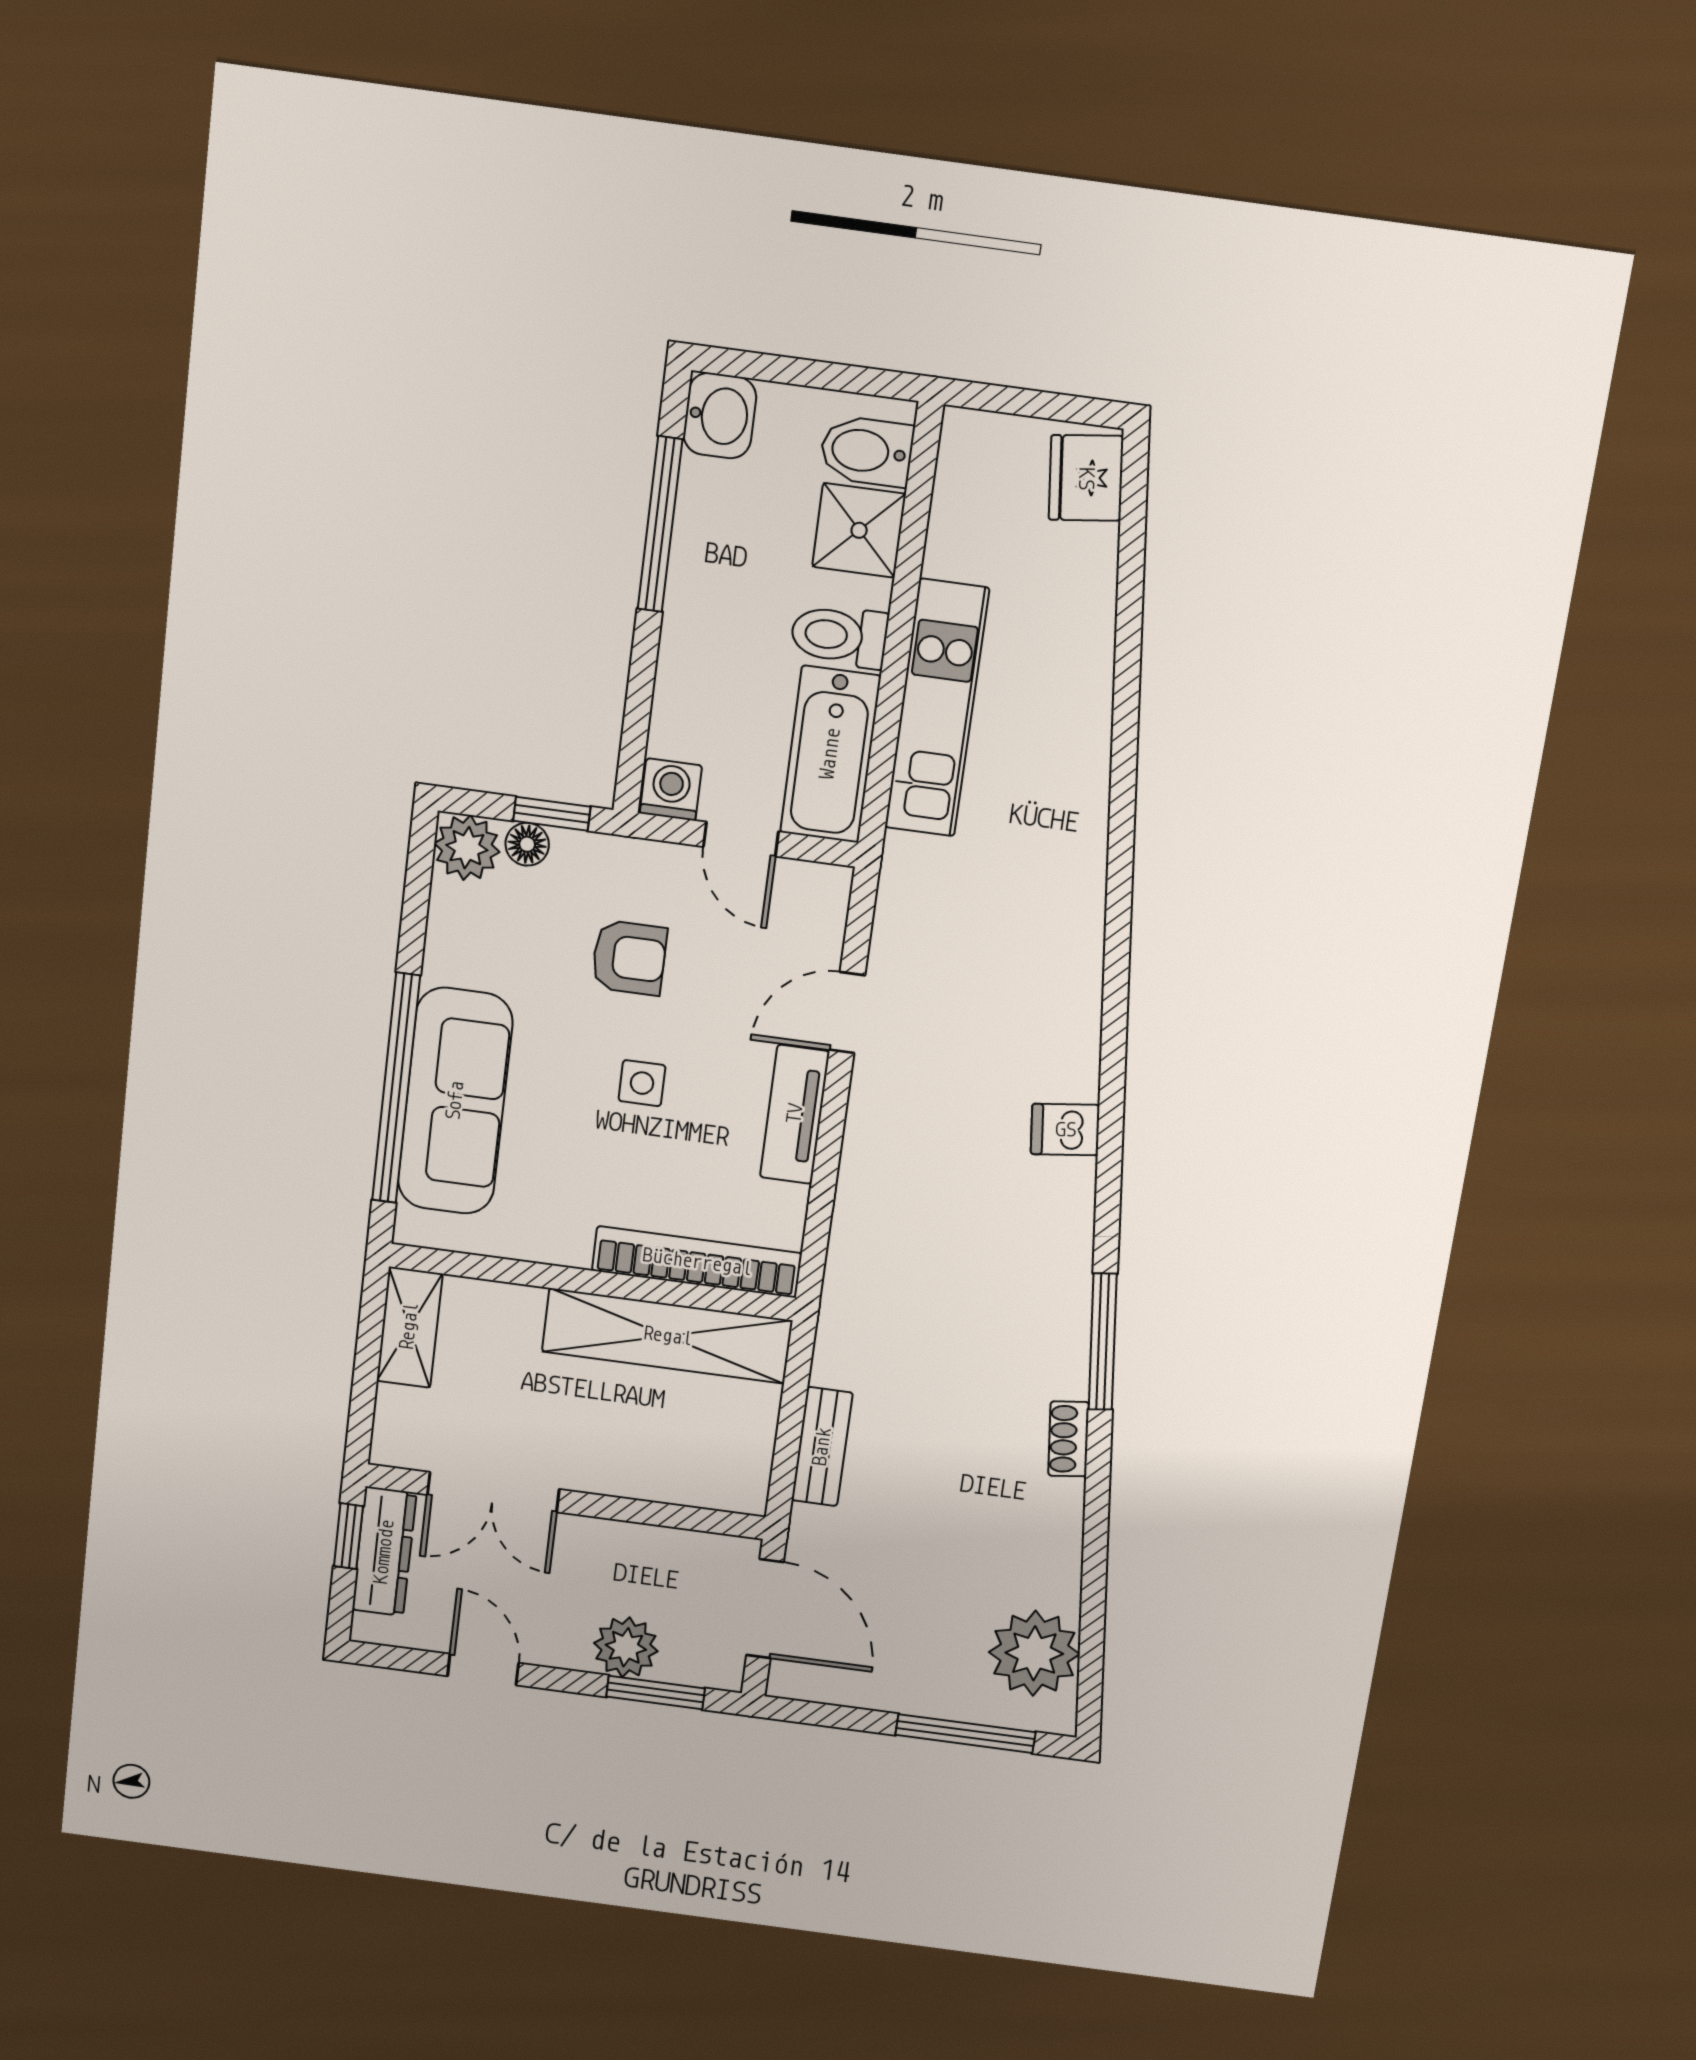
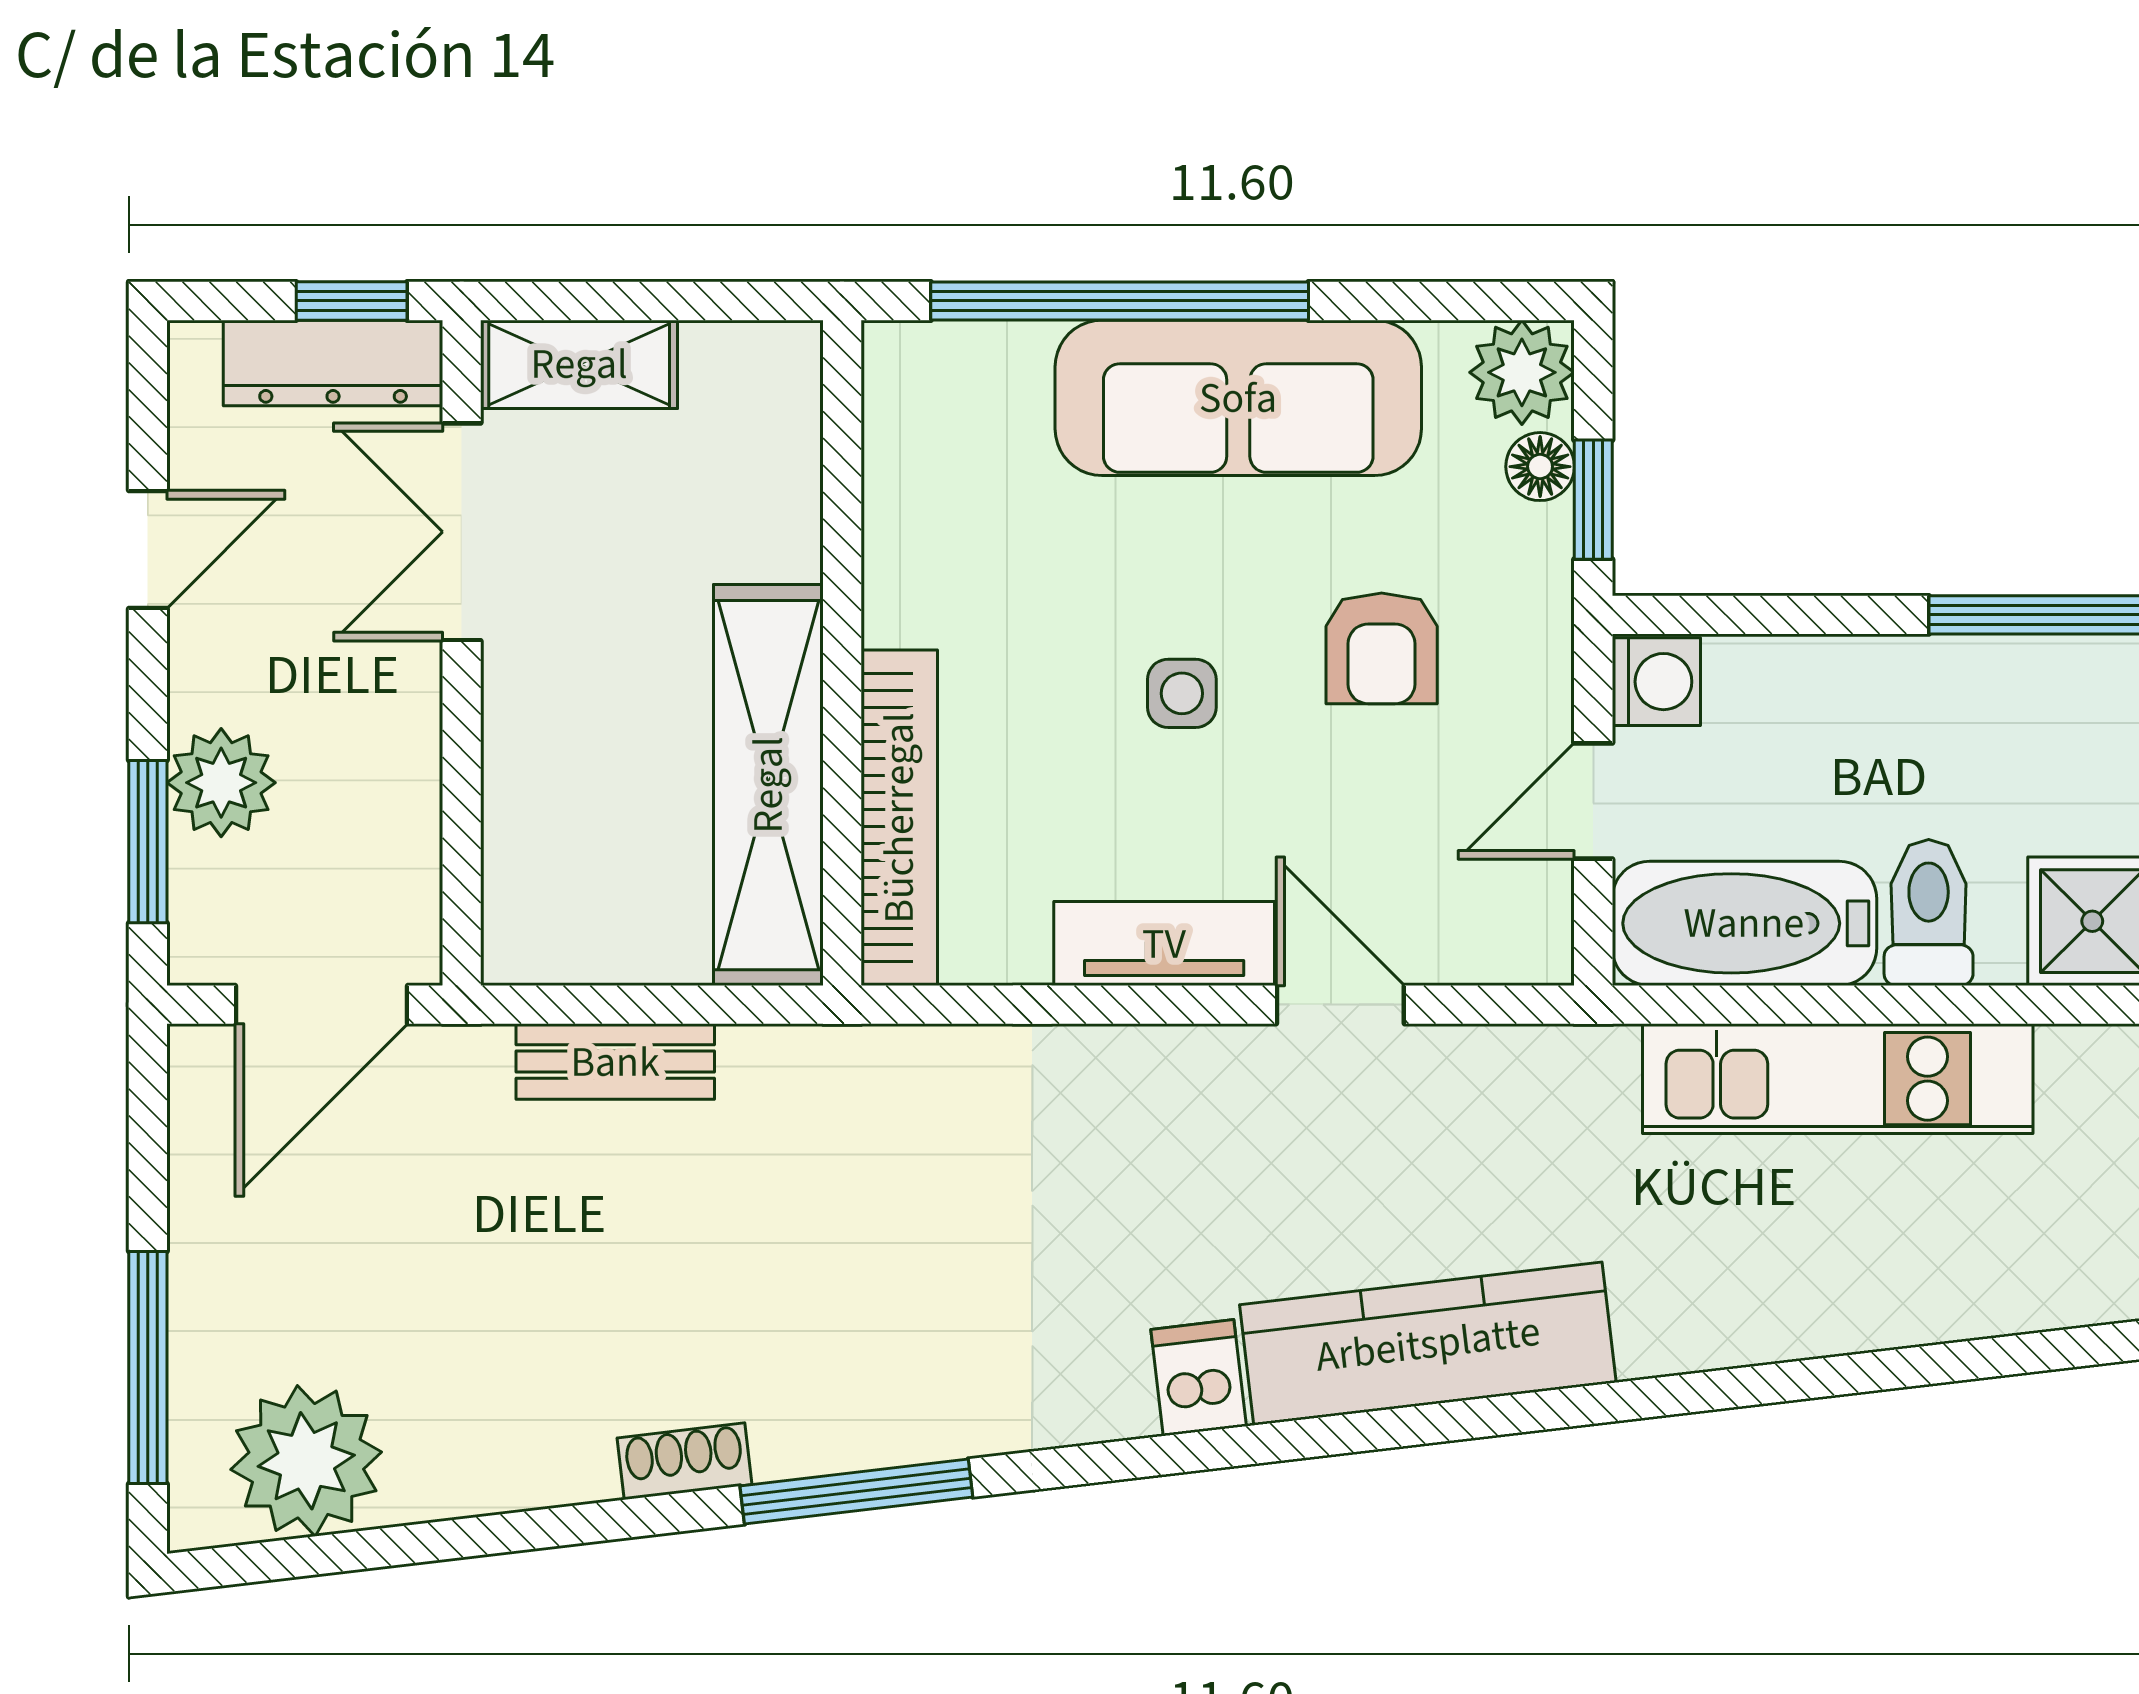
kitchen counter: (1065, 987) -> (1428, 1344), added
sofa: (455, 1101) -> (1238, 398), moved
shelving: (409, 1327) -> (579, 364), moved

